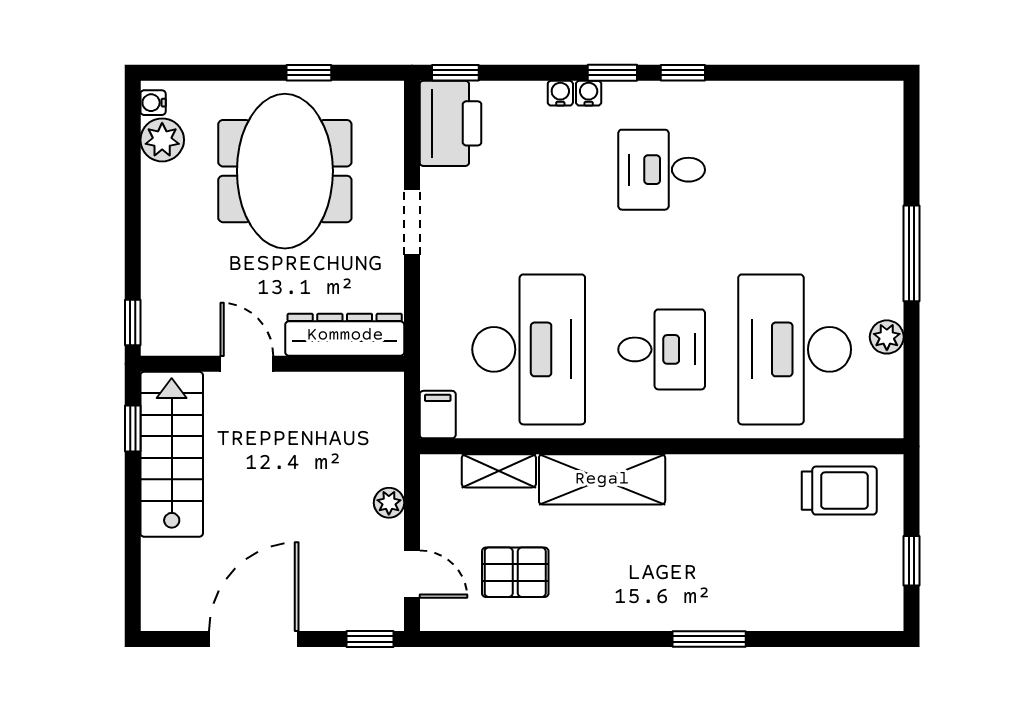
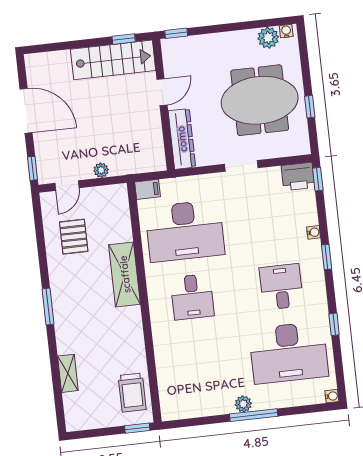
window: (683, 73) -> (334, 324), moved
water cooler: (589, 93) -> (332, 396), moved
printer: (451, 123) -> (298, 176), width x0.73, depth x0.84
plant: (887, 337) -> (243, 404), moved
desk: (795, 349) -> (289, 353), moved, turned 180
shelving: (499, 471) -> (68, 373), moved
window: (911, 561) -> (137, 428), moved
window: (709, 639) -> (48, 306), moved

